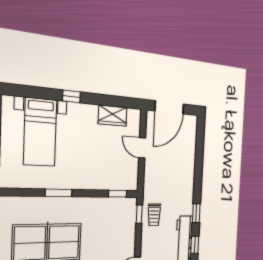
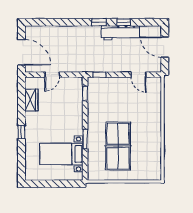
bed with nightstands: (40, 132) -> (61, 154), moved, turned 180
trolley: (154, 215) -> (100, 62), removed

